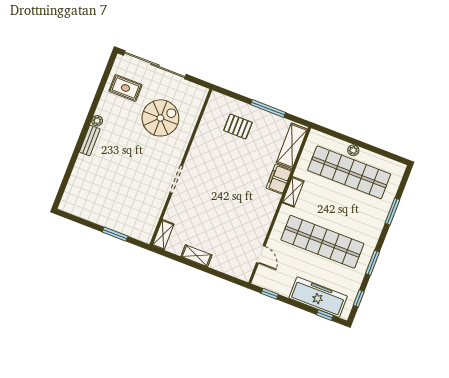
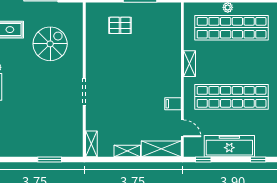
shelving: (292, 146) -> (161, 149), moved, turned 90
filing cabinet: (279, 179) -> (173, 104), moved, width x0.50
freezer: (318, 297) -> (229, 146), moved

